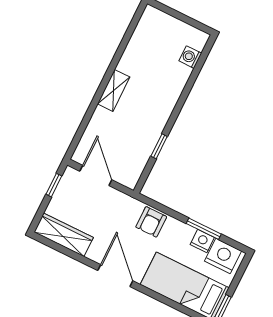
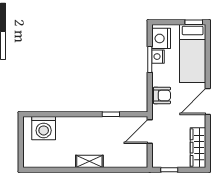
washing machine: (190, 57) -> (44, 128), width x1.89, depth x1.89
door: (96, 175) -> (150, 132), moved

